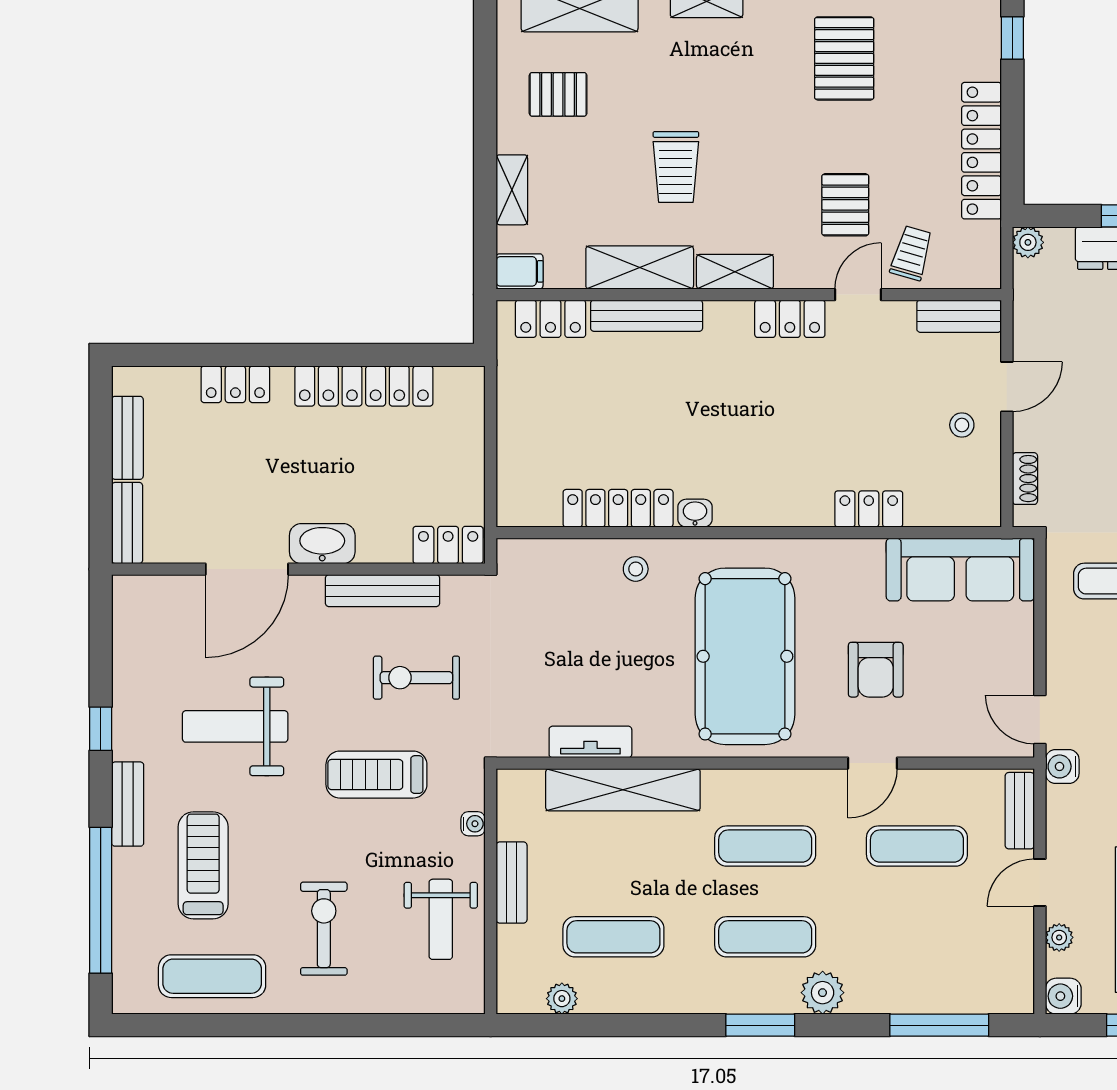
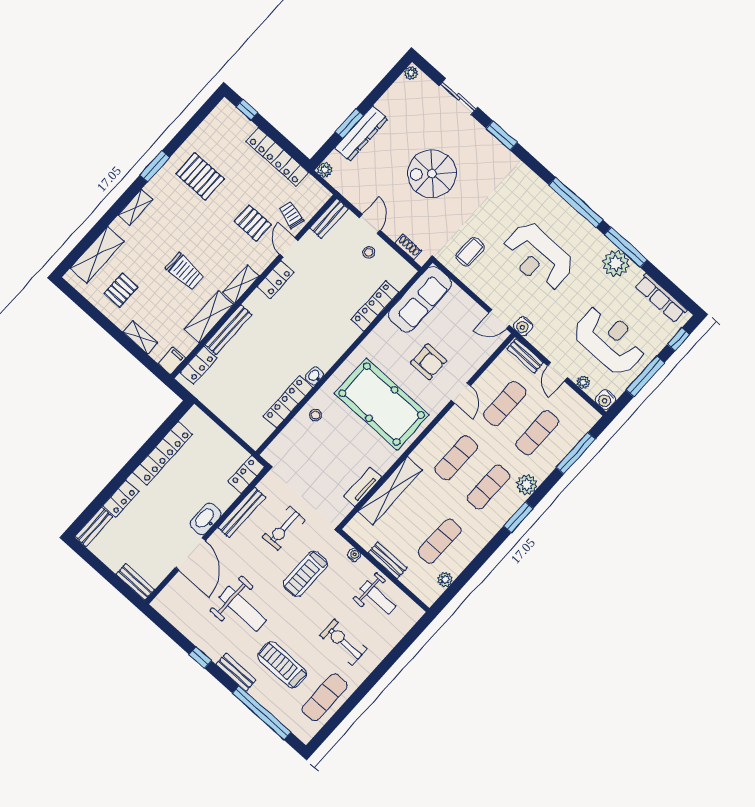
bench: (127, 438) -> (94, 527), moved, turned 90
locker: (869, 509) -> (375, 306), width x1.53
weight bench: (235, 726) -> (243, 609), turned -90
exercise mat: (917, 937) -> (537, 433), added

